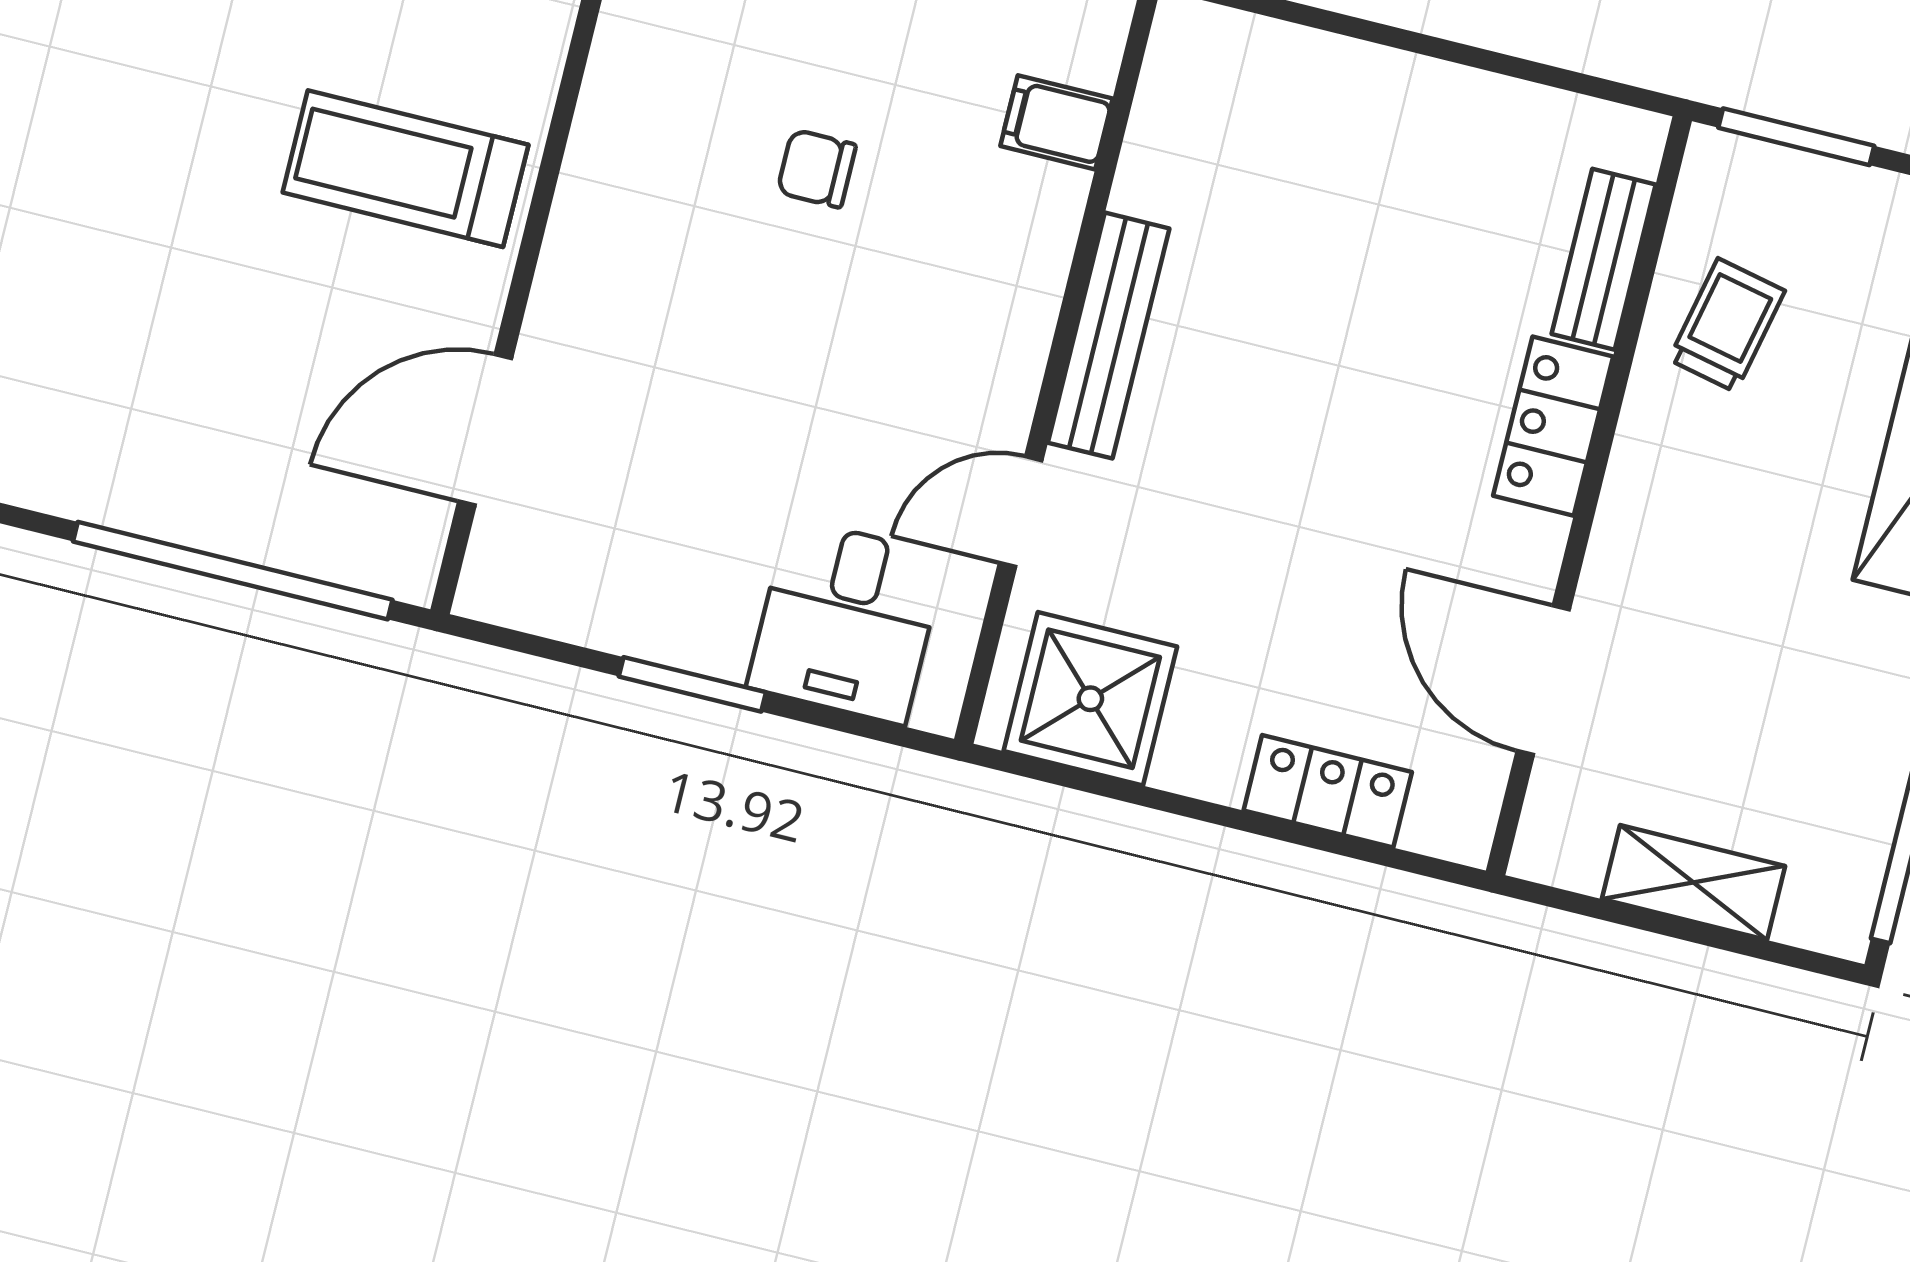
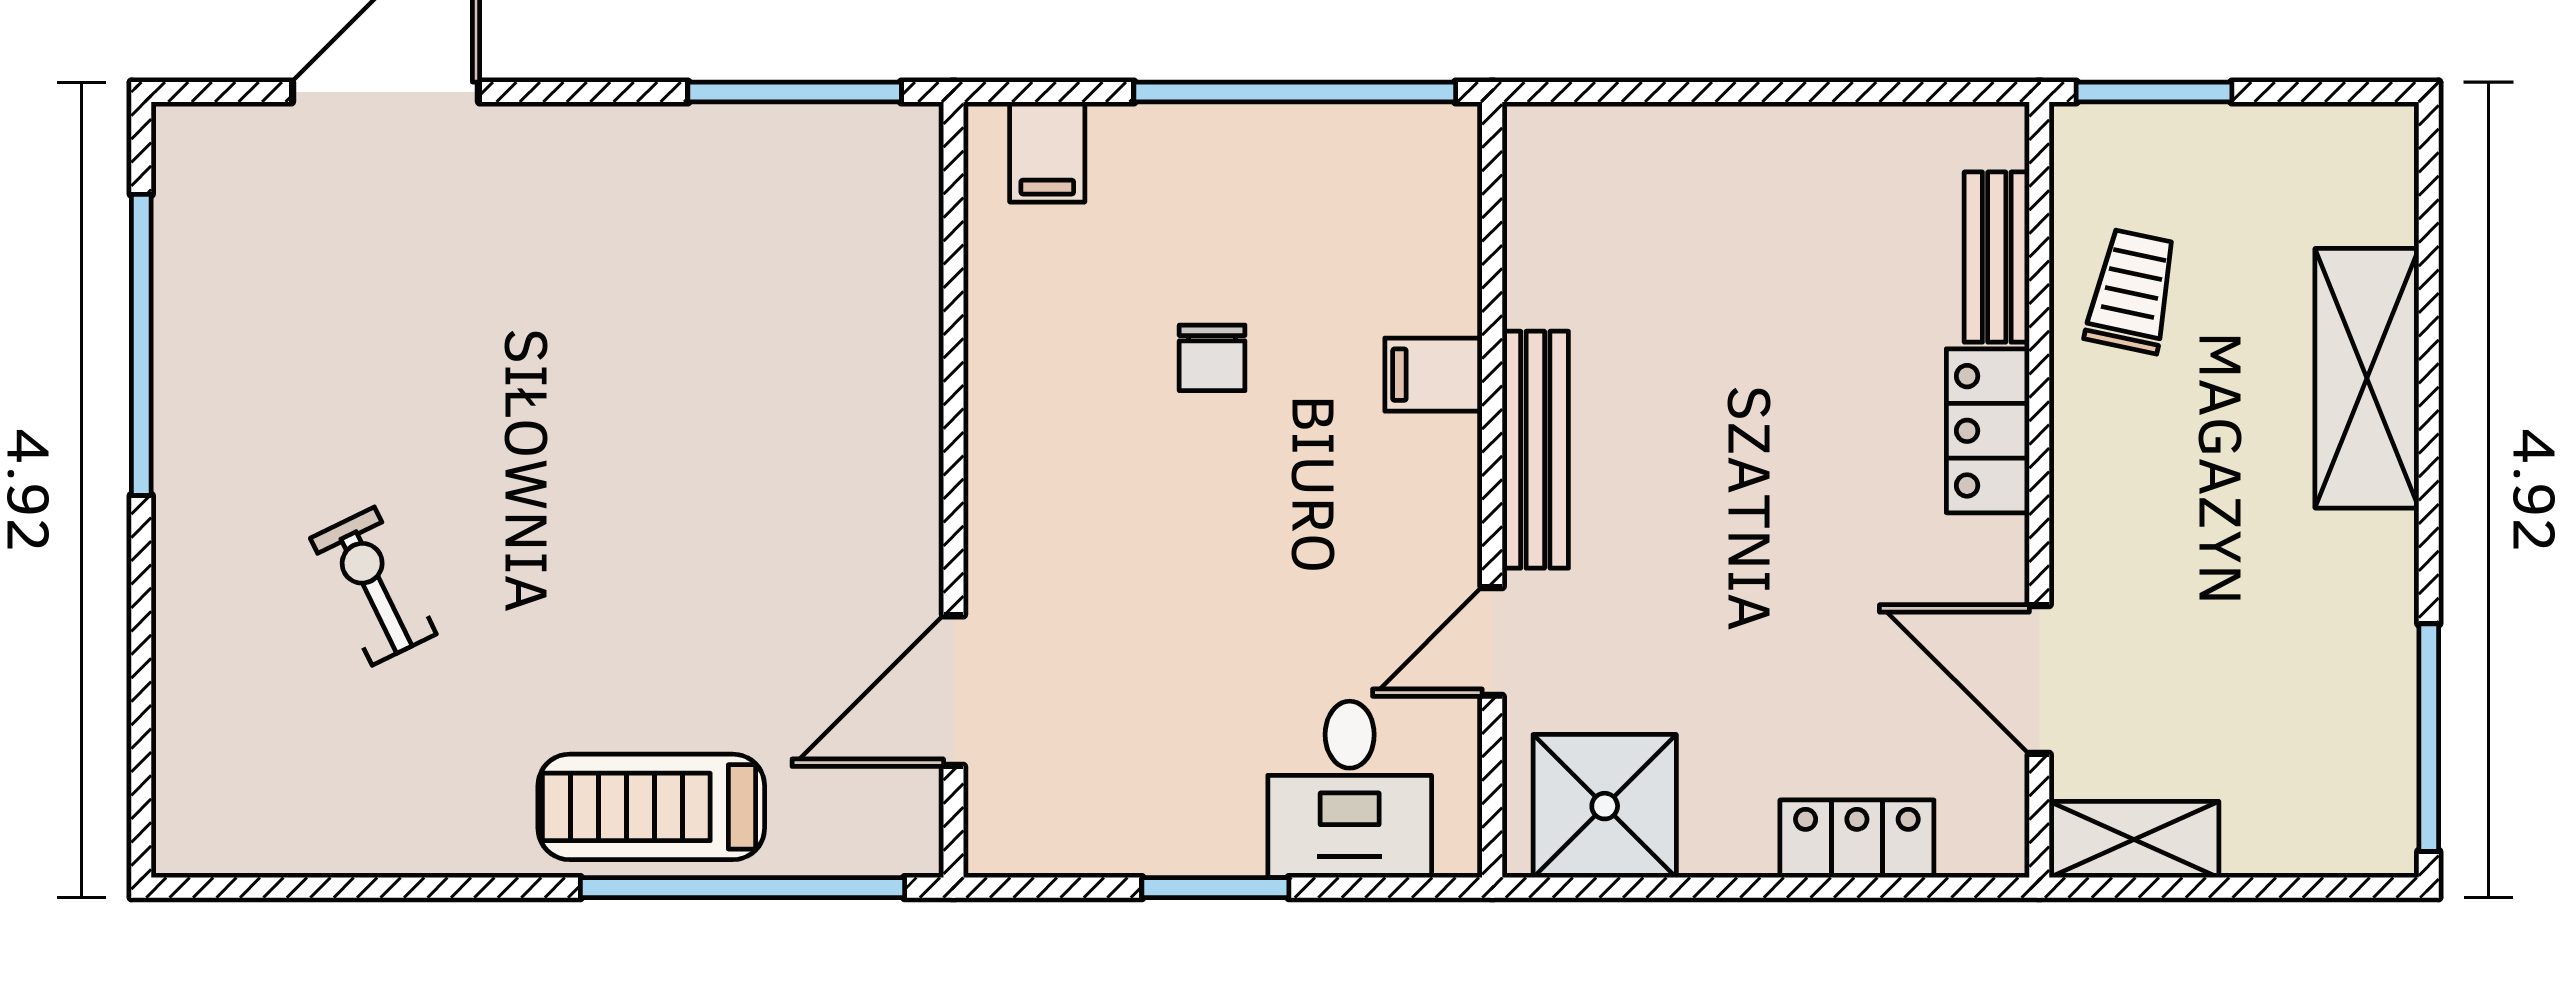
filing cabinet: (1056, 122) -> (1434, 375), moved
treadmill: (405, 169) -> (651, 807), moved
chair: (817, 169) -> (1212, 358), turned -90
shelving: (1693, 882) -> (2134, 840), moved

